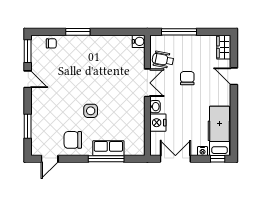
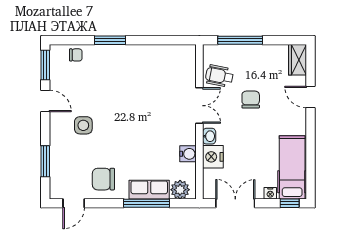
water cooler: (139, 41) -> (188, 154), moved
side table: (91, 111) -> (83, 125), moved
plant: (132, 148) -> (180, 190), added

